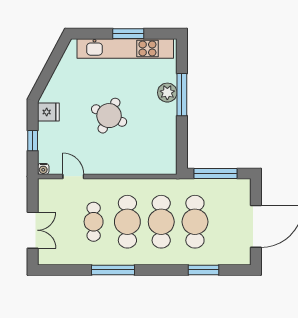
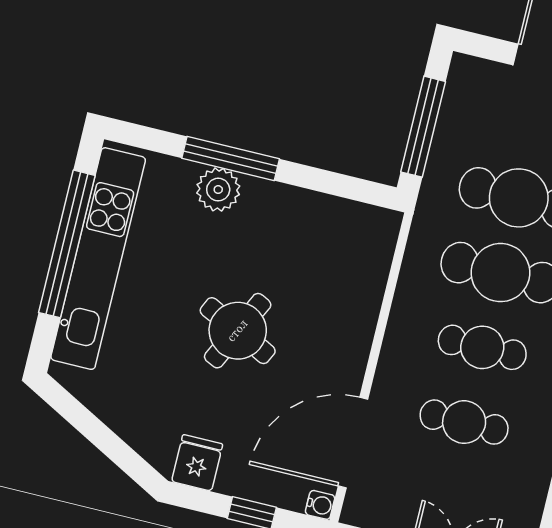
window: (128, 34) -> (67, 244), width x2.11
door: (73, 176) -> (353, 443), width x1.88
cafe table: (127, 222) -> (482, 347), width x0.73, depth x0.74

